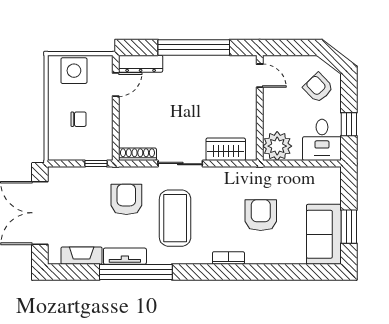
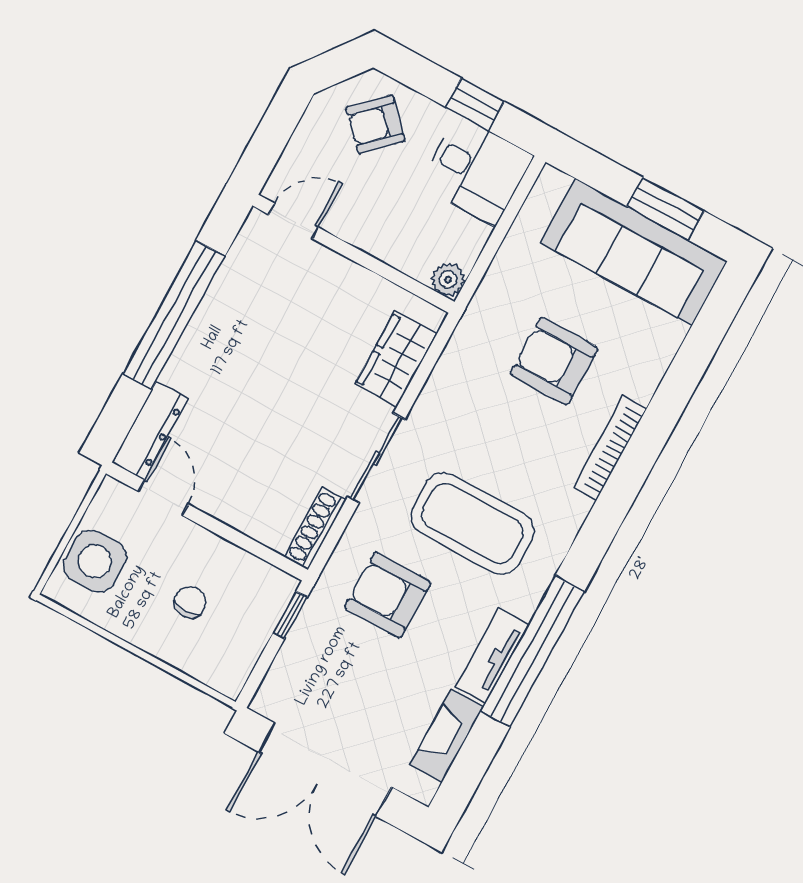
plant: (277, 146) -> (448, 280), width x0.53, depth x0.53
sofa: (324, 234) -> (634, 252), width x1.36
bookcase: (228, 258) -> (610, 448), width x1.56

